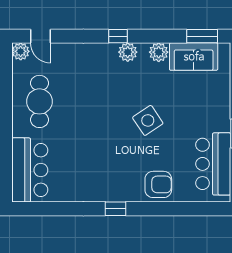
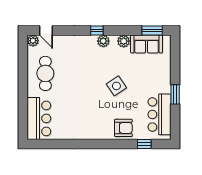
window: (116, 209) -> (144, 144), moved

